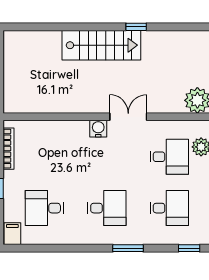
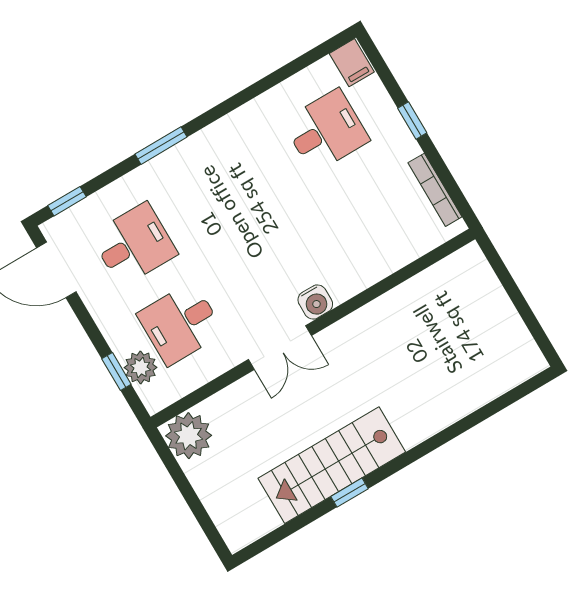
stairs: (101, 45) -> (332, 465), moved
desk: (107, 208) -> (230, 188), removed
desk: (169, 208) -> (134, 245), turned 180

